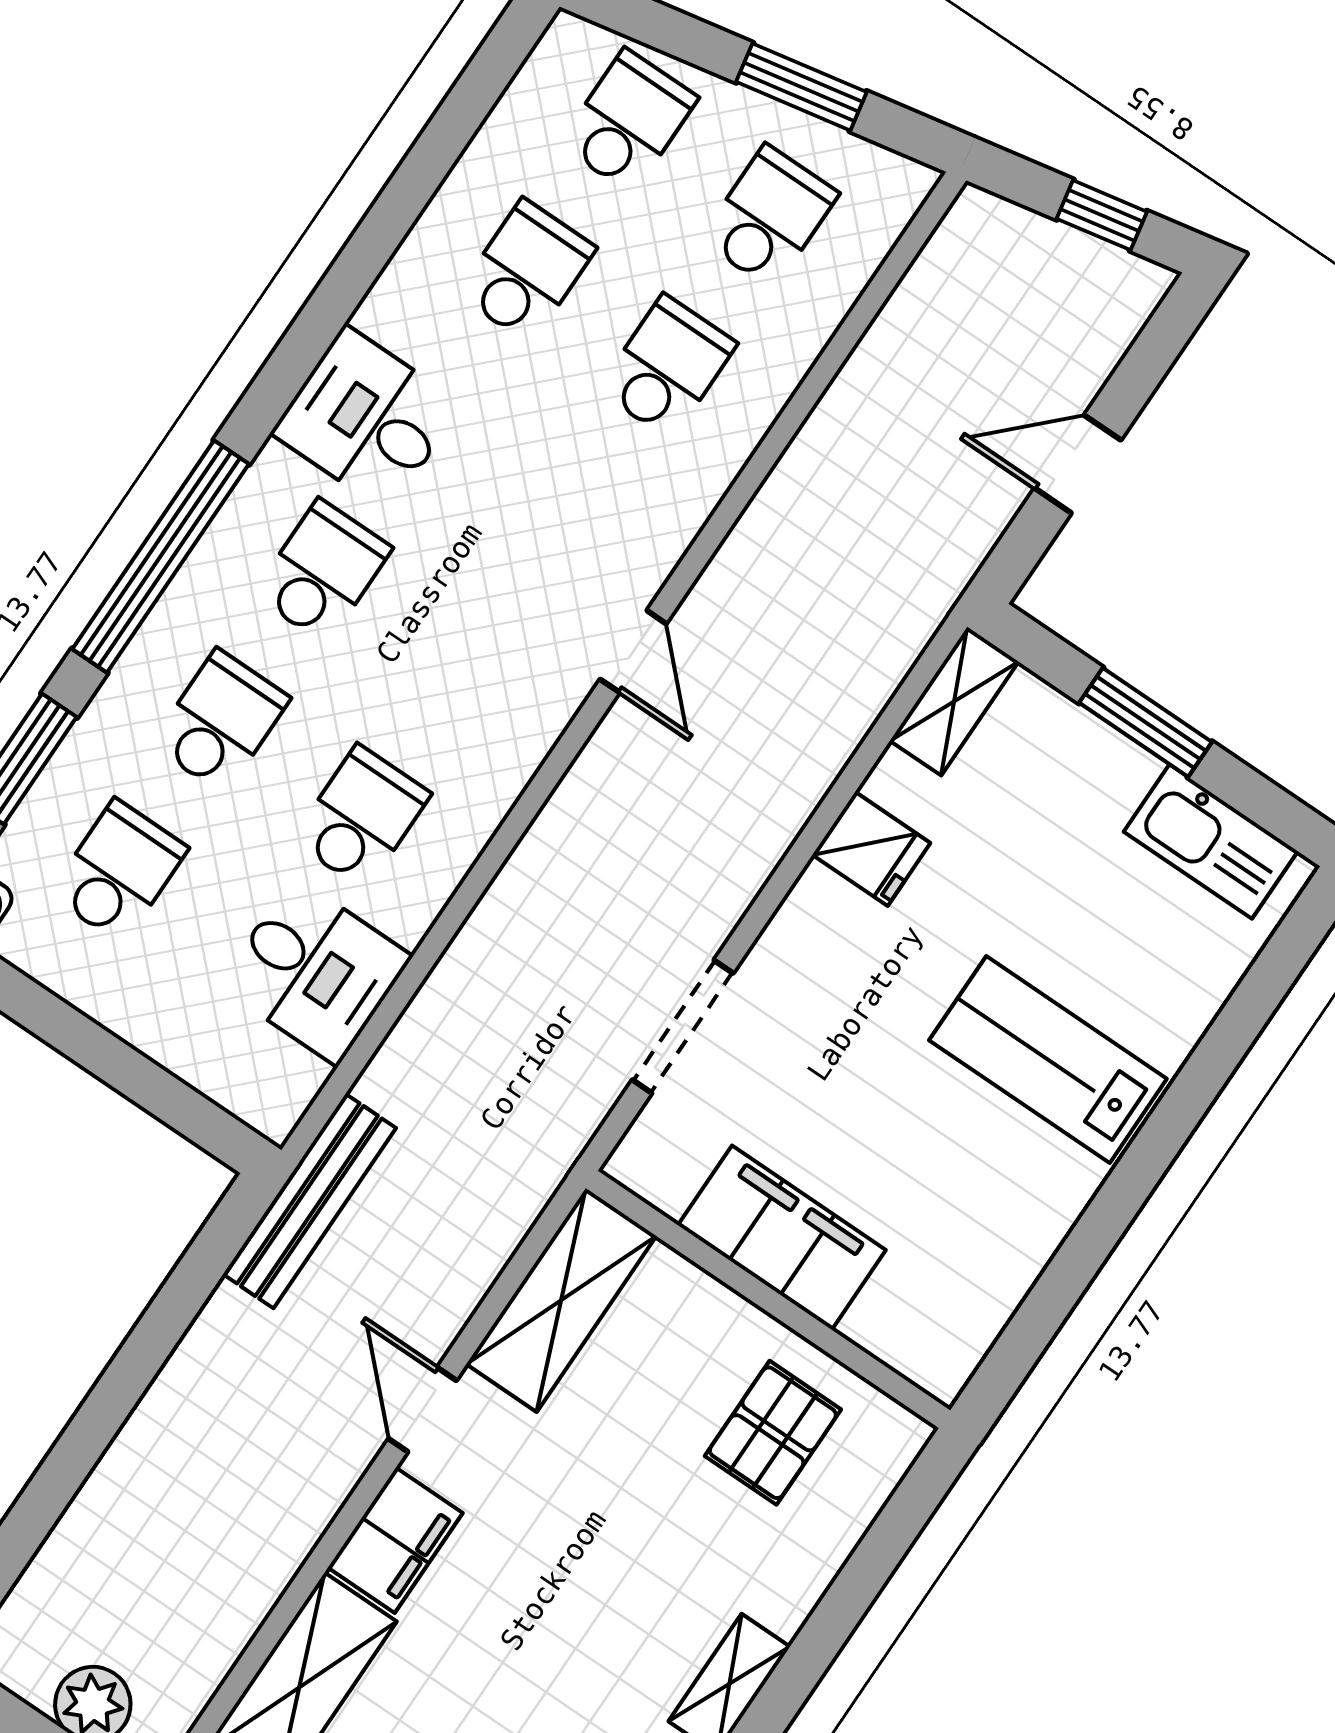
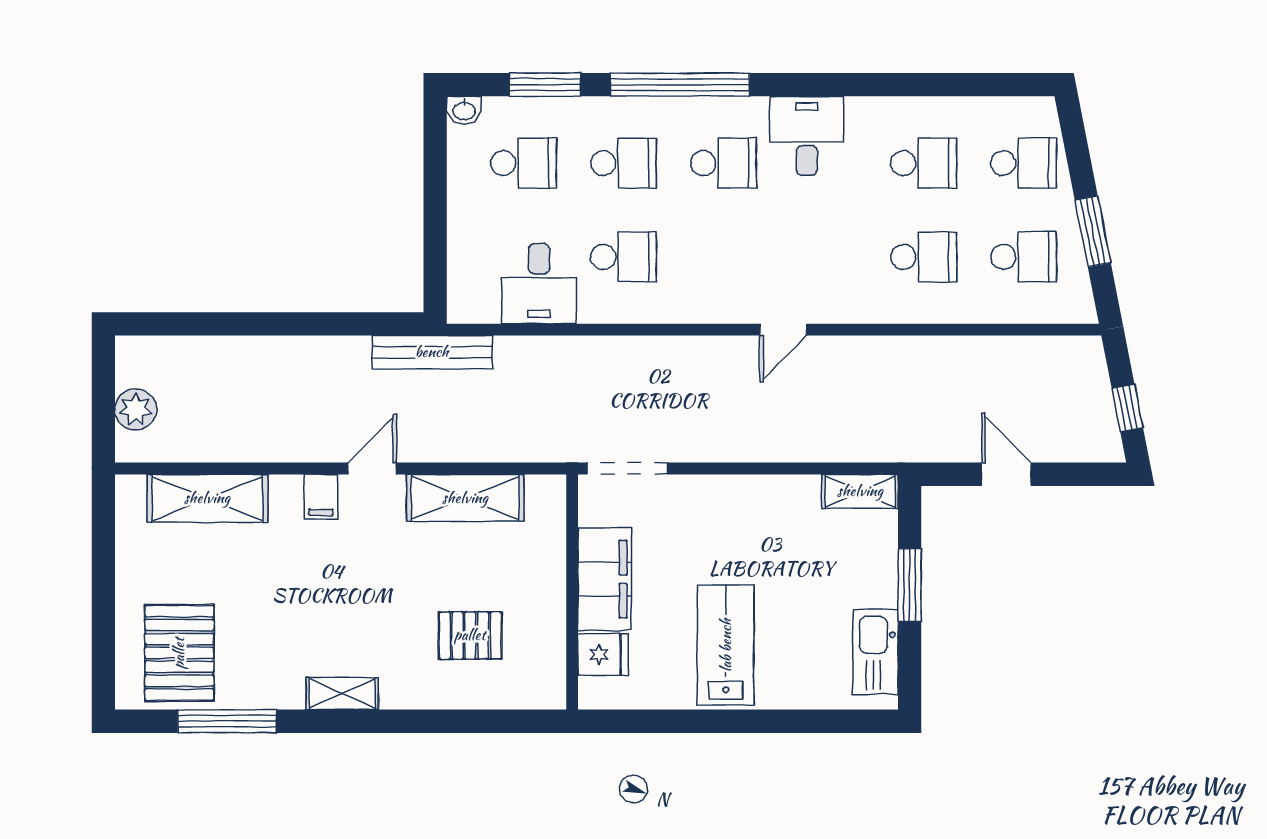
fridge: (871, 849) -> (603, 655), moved, turned -90
filing cabinet: (782, 1238) -> (605, 579), moved
wall: (768, 1299) -> (572, 592), moved
filing cabinet: (395, 1540) -> (321, 497), width x0.50

